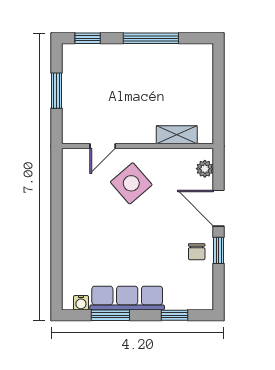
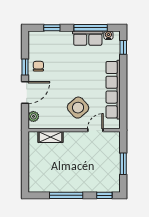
door: (219, 208) -> (25, 93), hinge flipped
row of seats: (73, 213) -> (113, 90), added
window: (57, 283) -> (123, 47), added
row of seats: (127, 298) -> (88, 38), width x0.68
window: (110, 315) -> (91, 28), width x1.44

